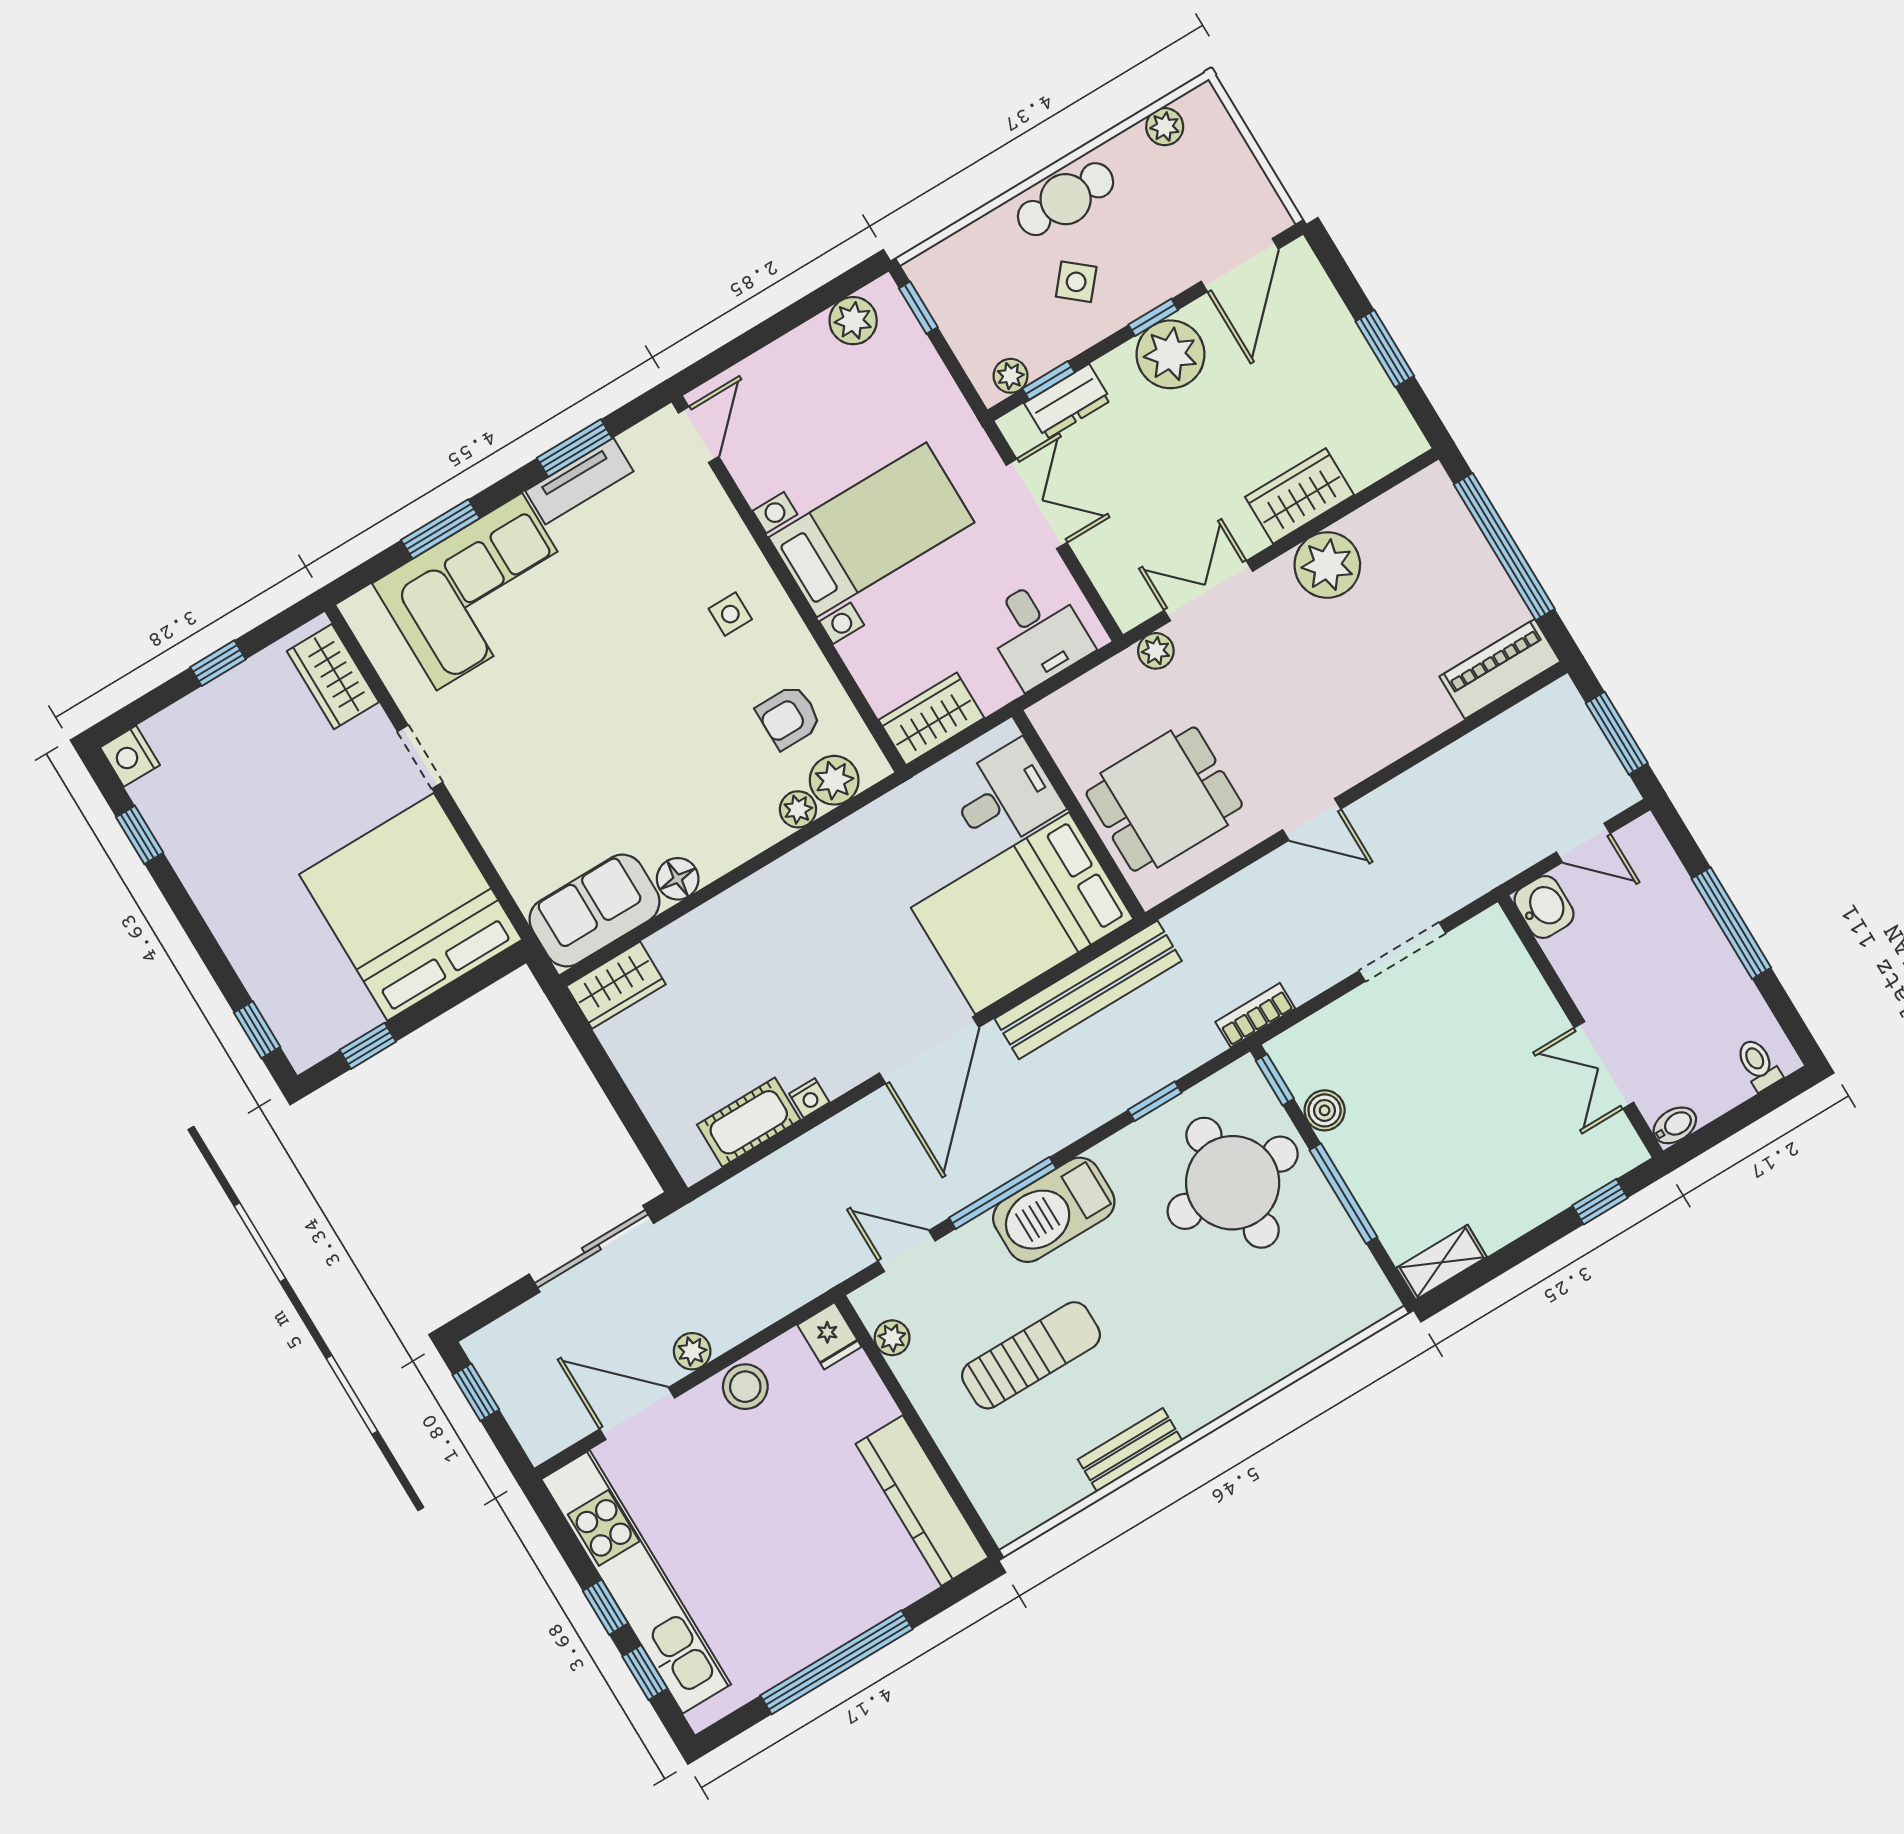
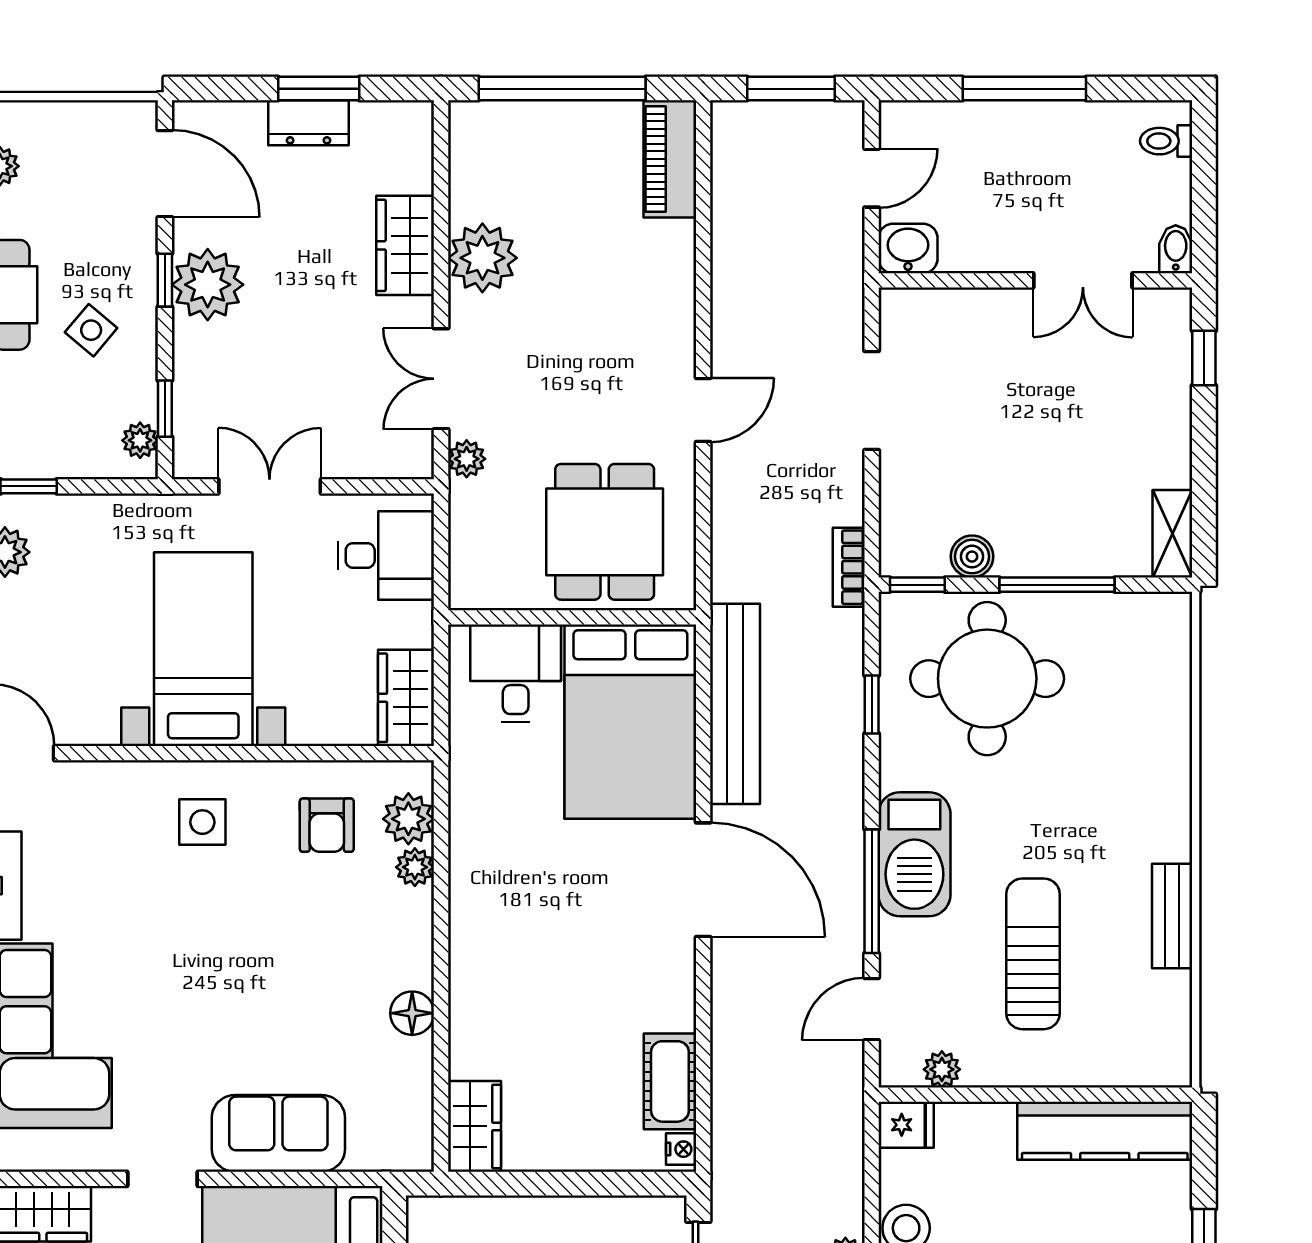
dresser: (1068, 402) -> (309, 123), moved, turned 90
side table: (730, 614) -> (202, 822), width x1.37, depth x1.37
sofa: (594, 911) -> (278, 1133), moved, turned 90
nightstand: (809, 1098) -> (681, 1149), moved

